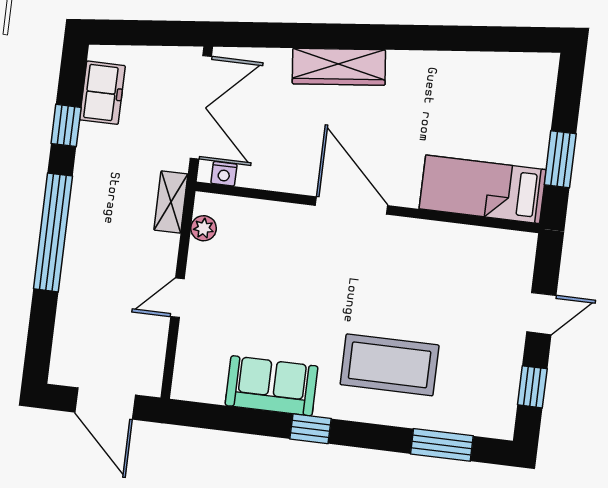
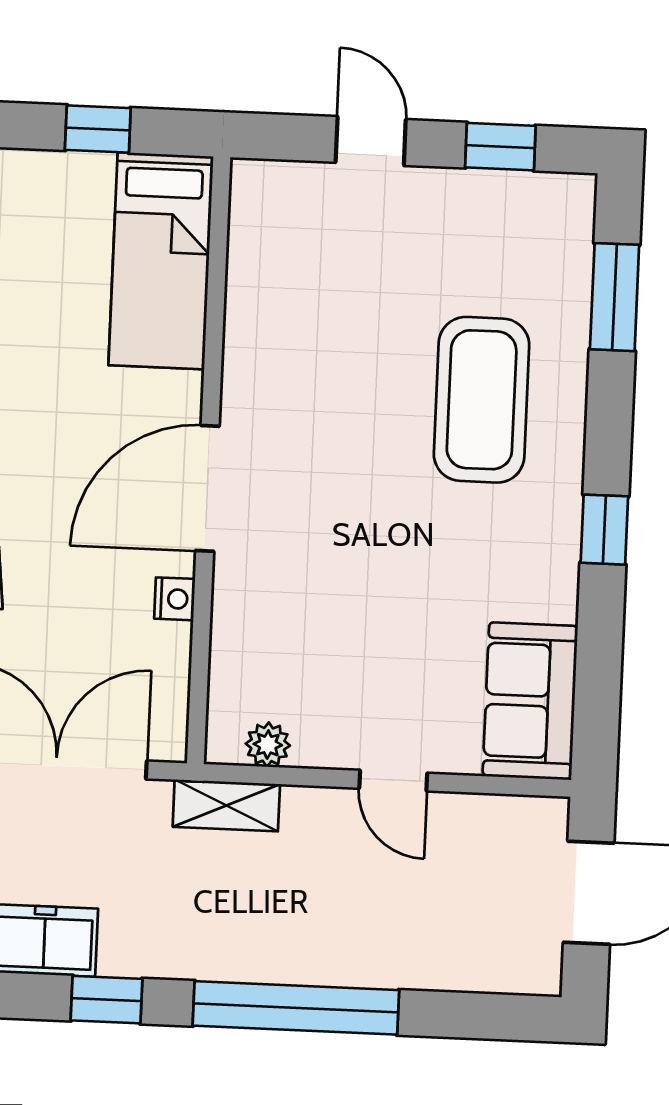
window: (560, 159) -> (98, 129), width x0.67
nightstand: (224, 174) -> (175, 599), moved
sofa: (272, 386) -> (530, 701), moved

